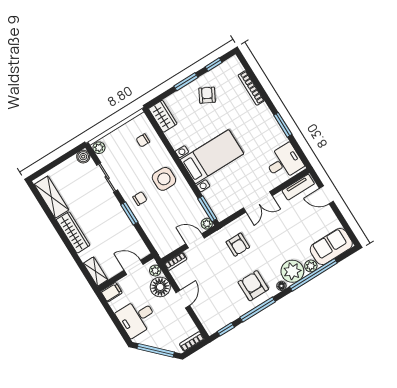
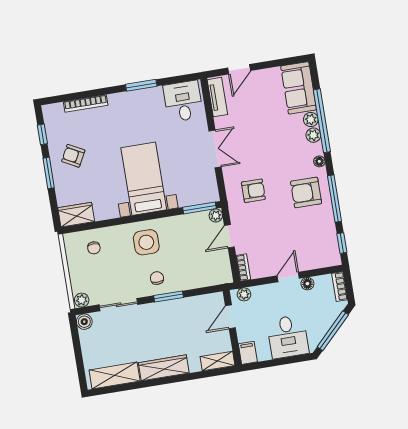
plant: (292, 271) -> (313, 135), width x0.53, depth x0.53
floor lamp: (160, 287) -> (307, 284), moved, width x0.53, depth x0.53
door: (183, 299) -> (288, 277), hinge flipped

